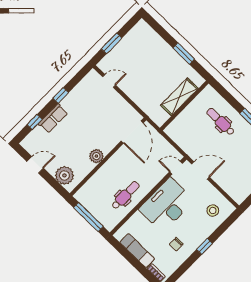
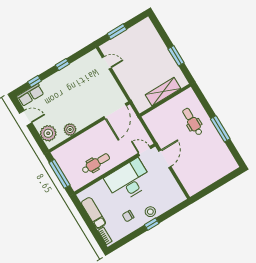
row of seats: (53, 118) -> (30, 95), moved
plant: (96, 156) -> (70, 130), moved
door: (201, 170) -> (165, 159), hinge flipped
stool: (213, 210) -> (150, 212), moved

